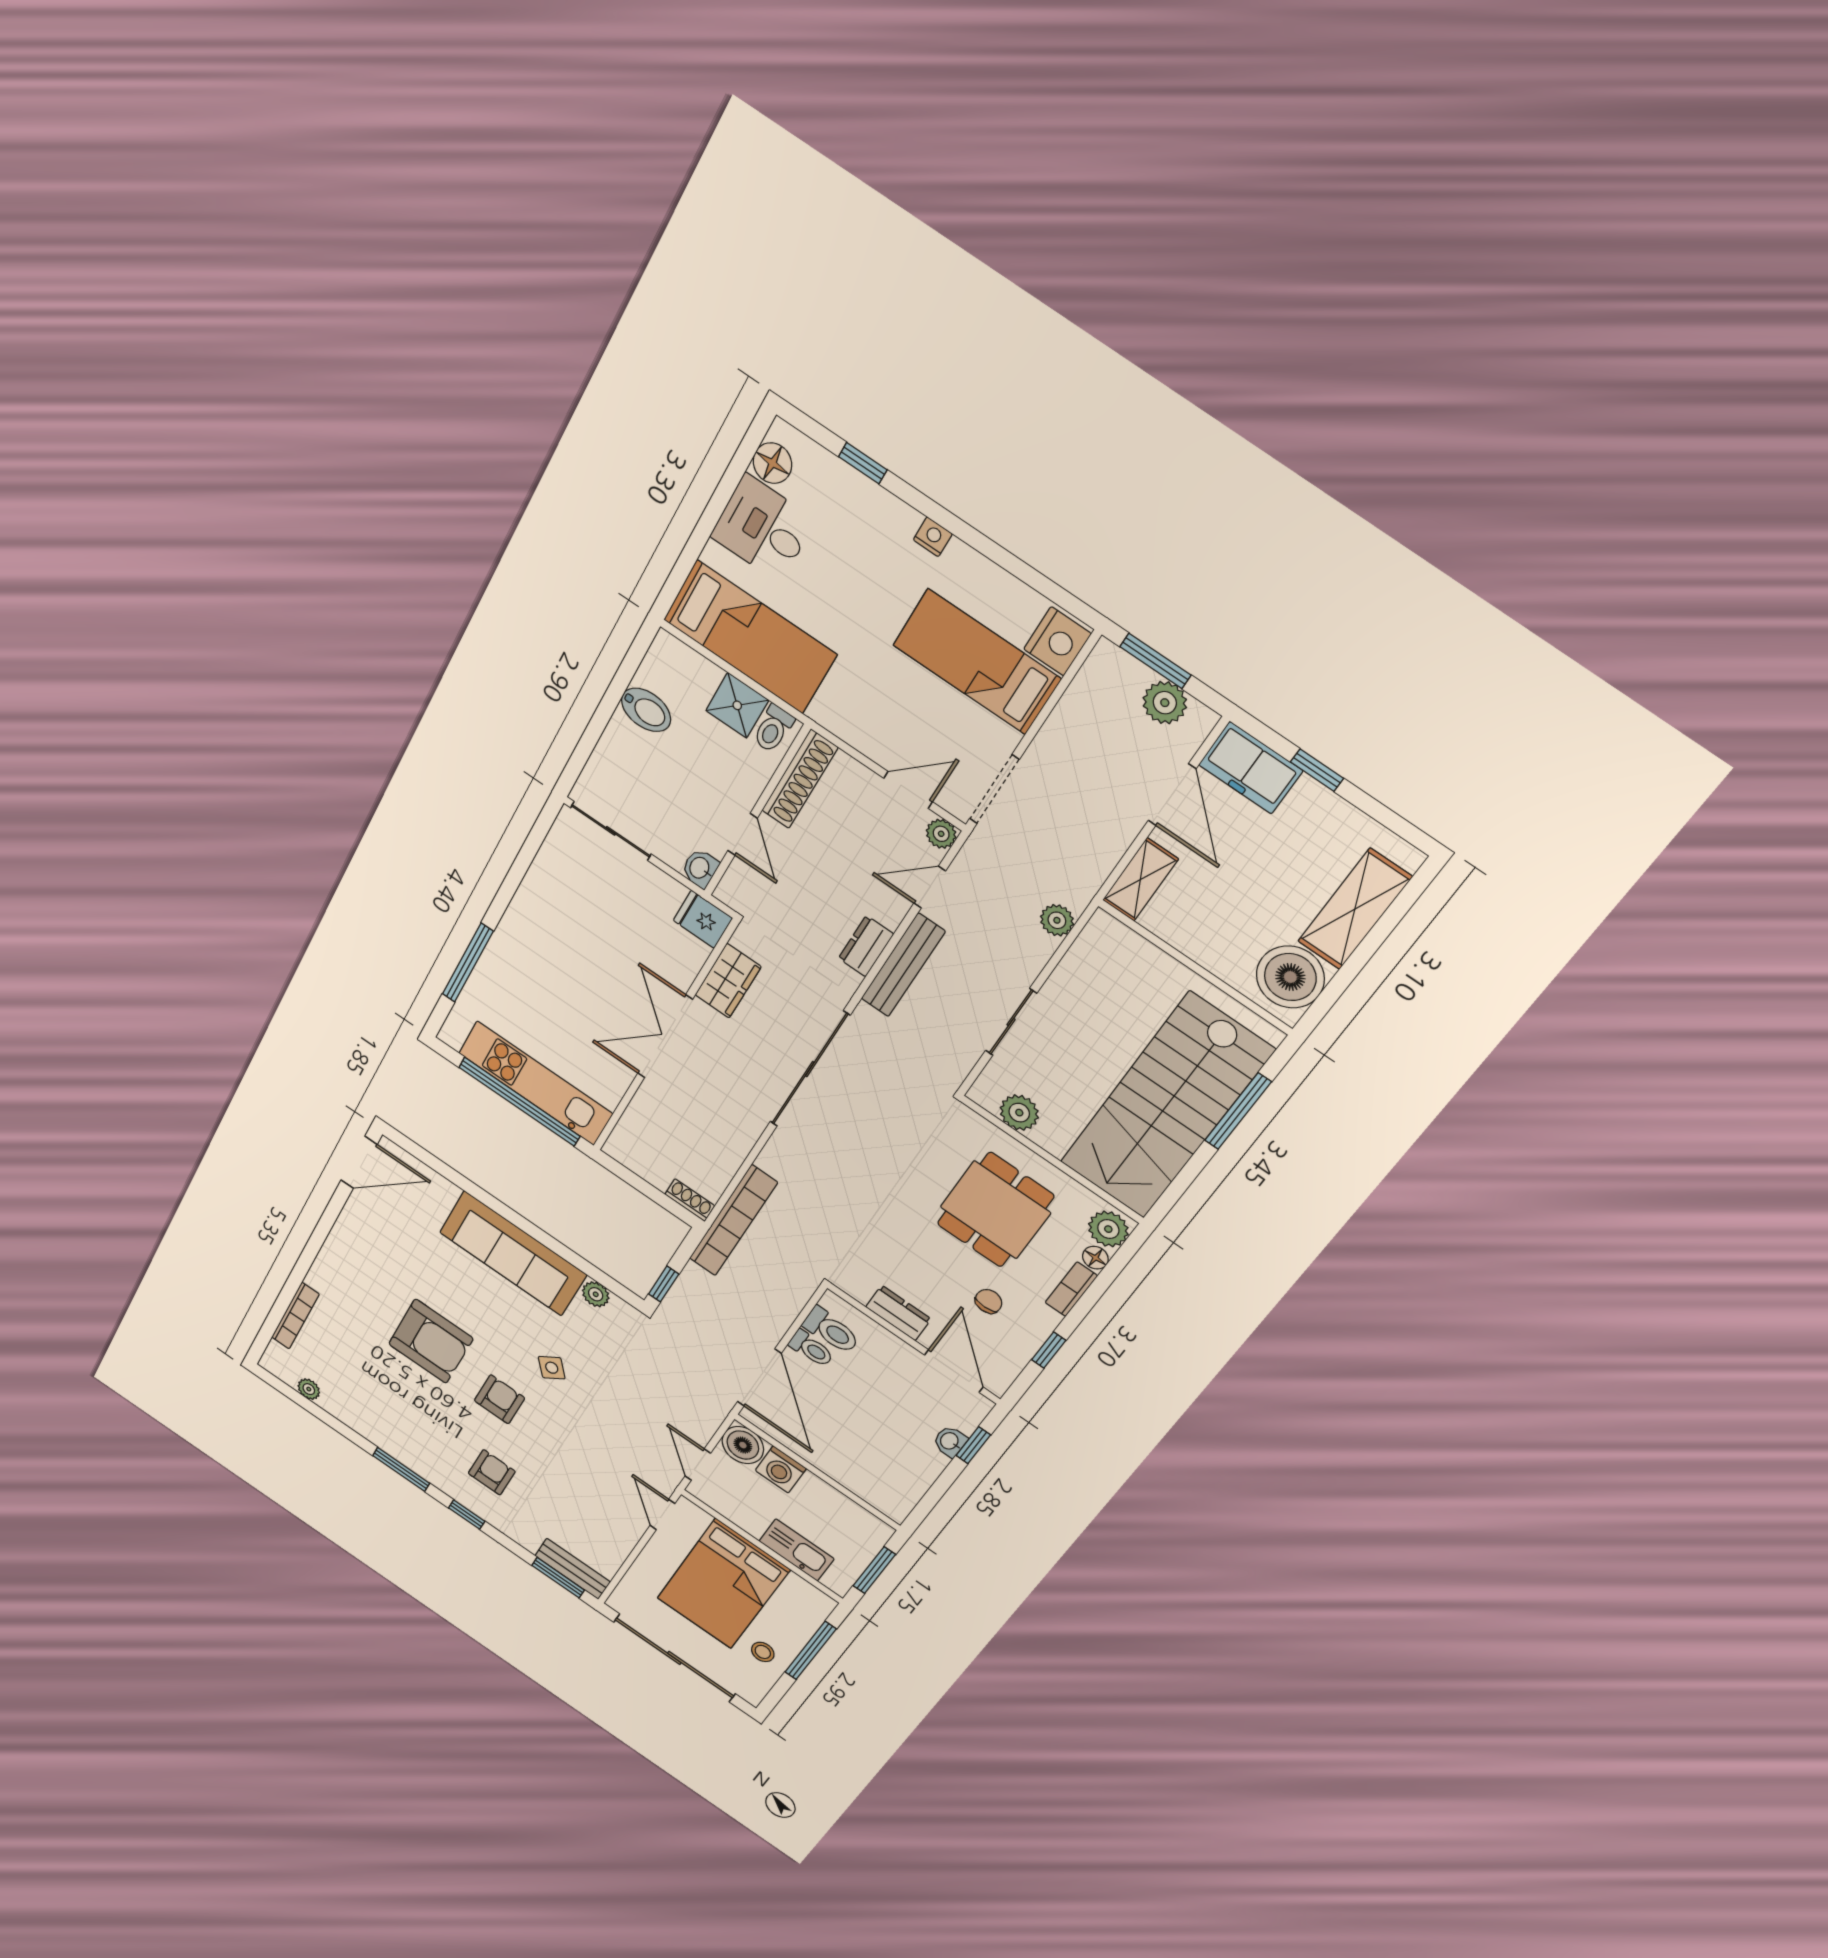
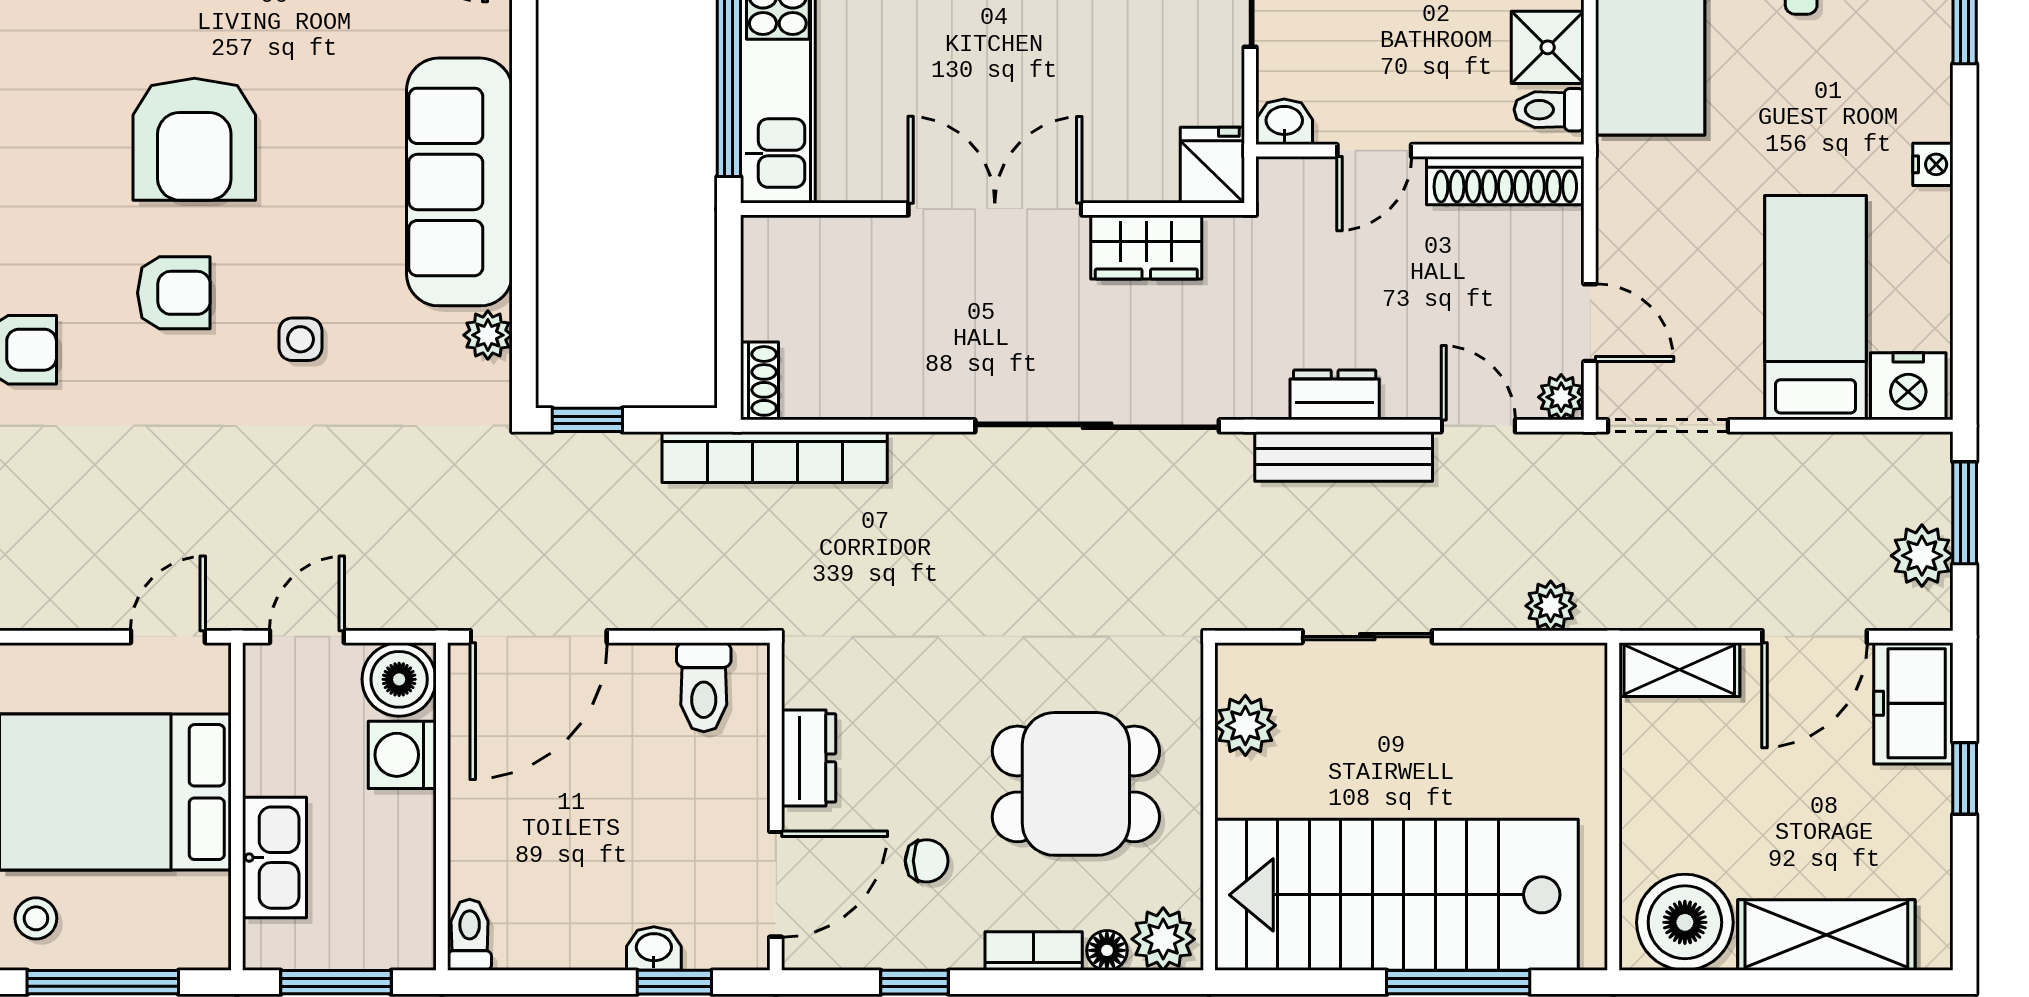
toilet: (811, 1349) -> (470, 935), moved, turned 180
side table: (552, 1368) -> (300, 339), turned 38

